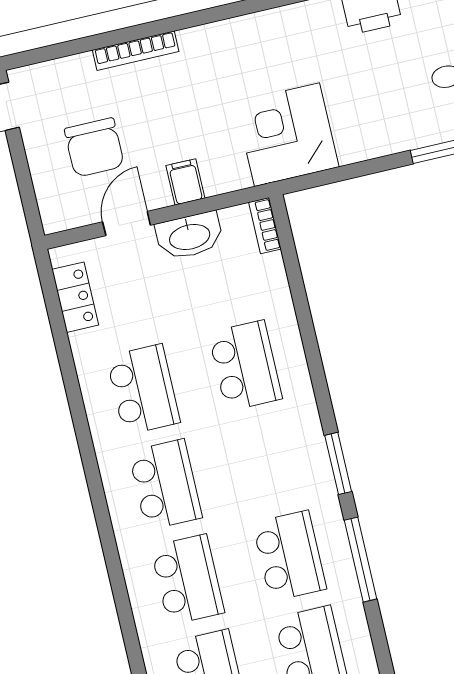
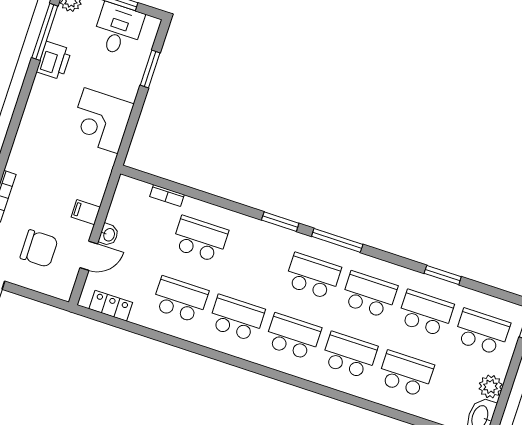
corner desk: (287, 135) -> (101, 121), moved
door: (127, 224) -> (89, 256), swing flipped
bookcase: (265, 226) -> (167, 196), moved
washbasin: (189, 236) -> (109, 235), width x0.52, depth x0.69

